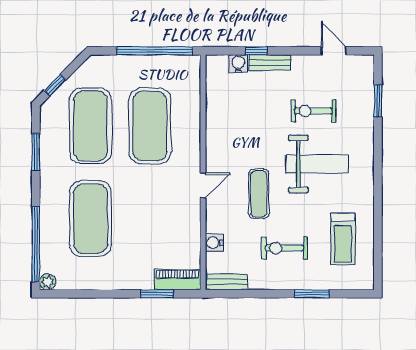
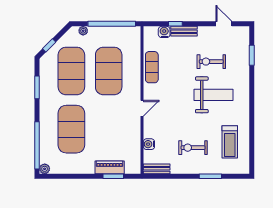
plant: (109, 62) -> (83, 31), added
exercise mat: (259, 194) -> (152, 67), moved
piano: (178, 280) -> (110, 167), moved

